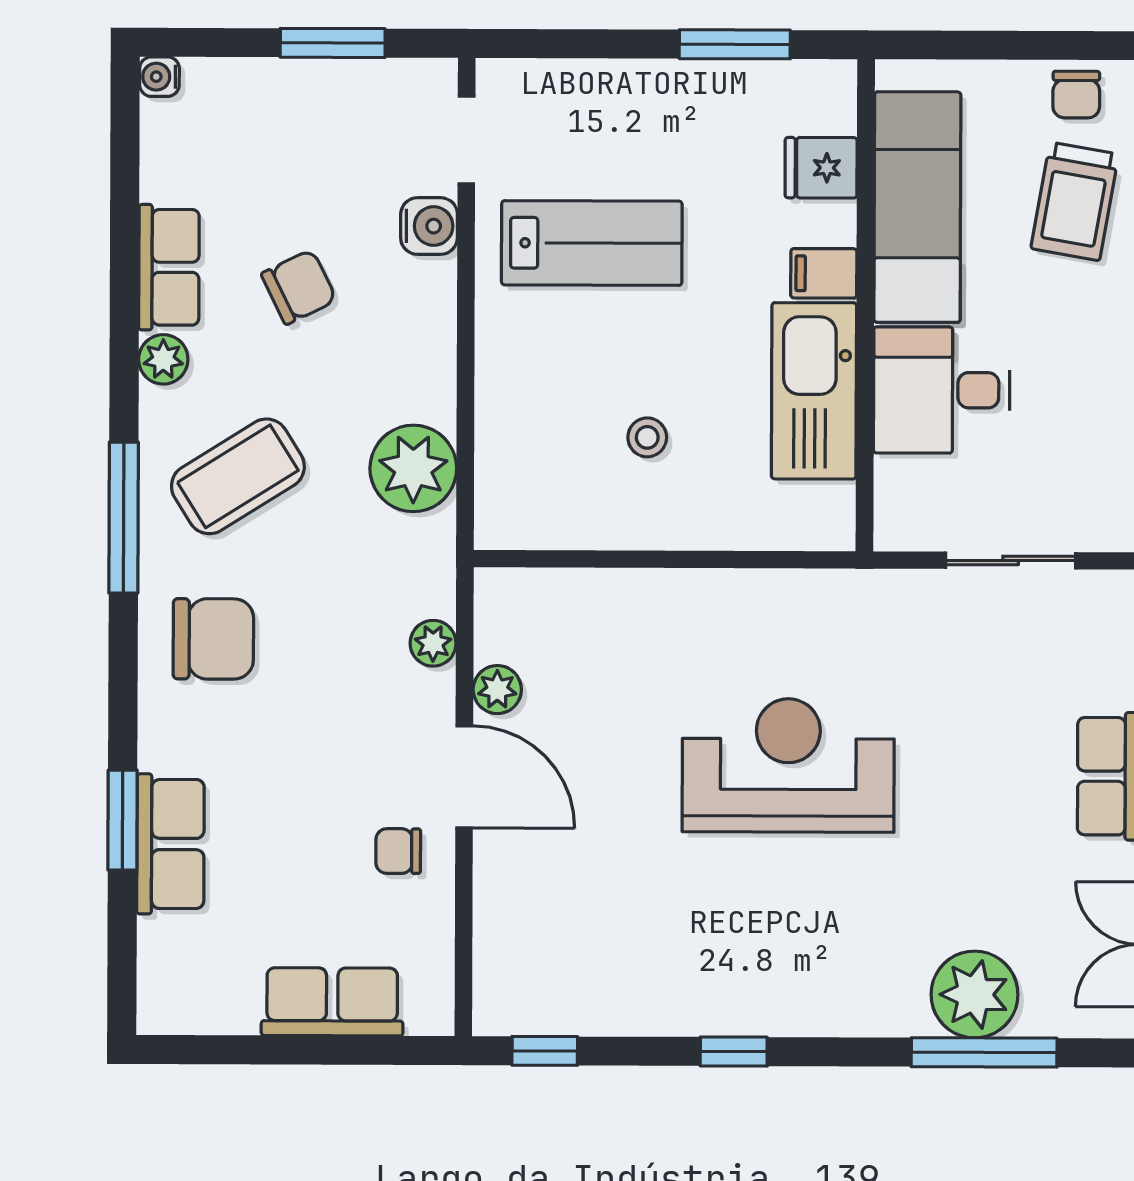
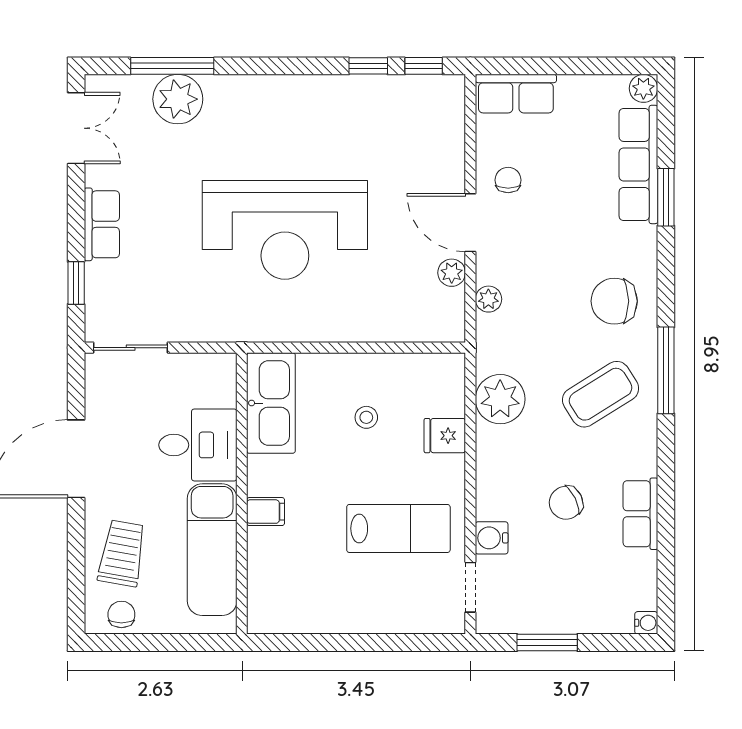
window: (735, 44) -> (317, 642), removed
fridge: (821, 168) -> (445, 436), moved, turned 180
lab bench: (592, 243) -> (398, 528), turned 180
plant: (163, 359) -> (643, 88), moved
kitchen sink: (814, 391) -> (271, 403), moved
sliding door: (1011, 560) -> (131, 348), moved
reception desk: (788, 765) -> (285, 230), width x1.36, depth x1.30
row of seats: (170, 844) -> (638, 164), width x1.48
chair: (398, 851) -> (508, 180), turned -90
row of seats: (332, 1002) -> (516, 94), moved
window: (734, 1052) -> (368, 66), moved

